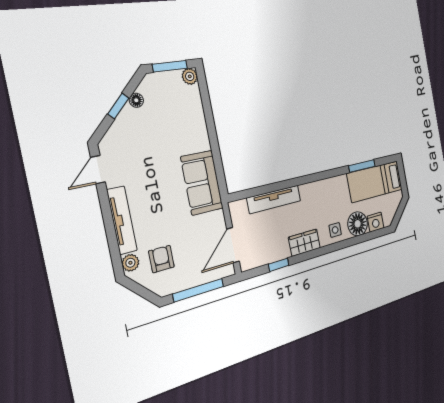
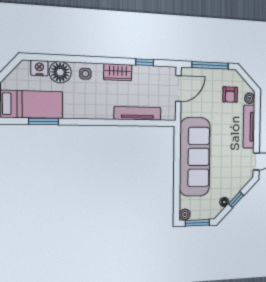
sofa: (202, 183) -> (195, 157), width x1.85, depth x1.27

